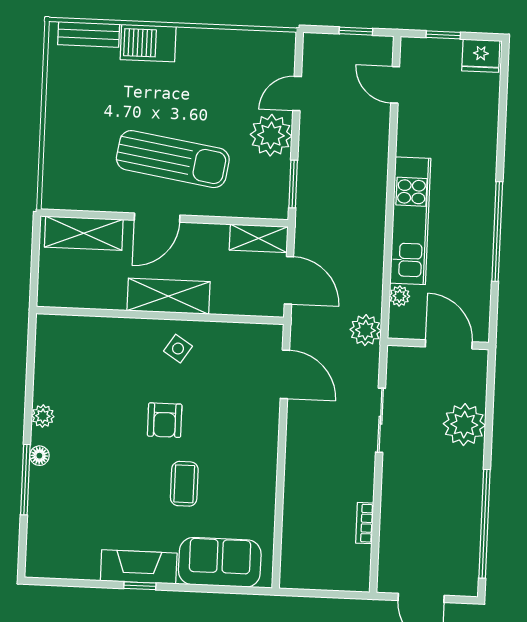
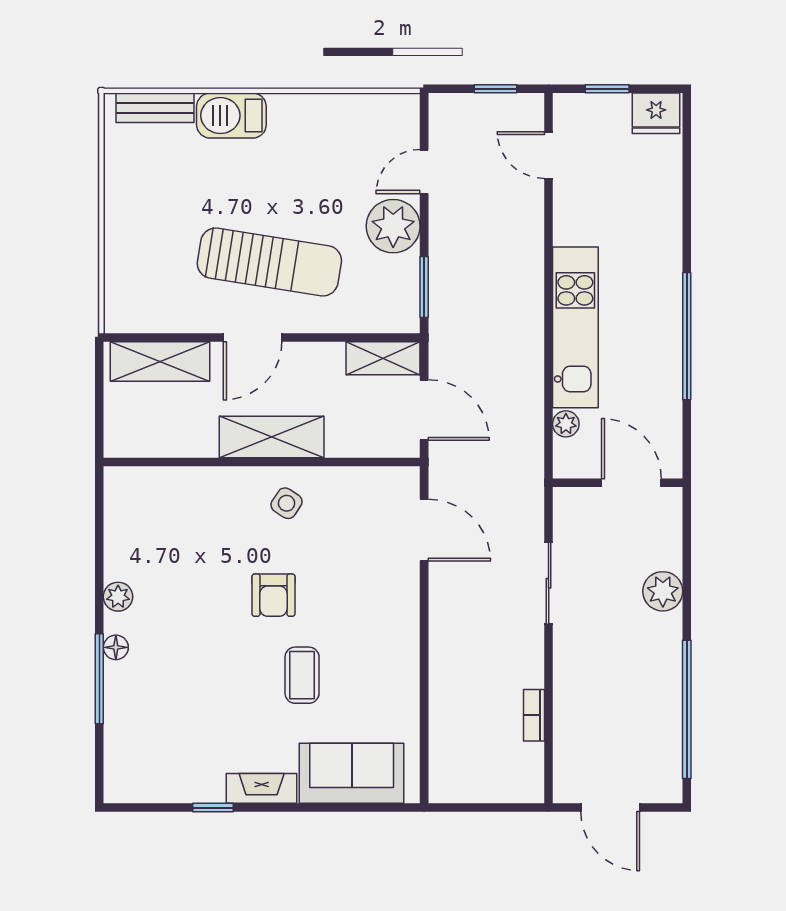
plant: (365, 330) -> (524, 469), removed
plant: (464, 425) -> (663, 591), width x0.73, depth x0.73
fireplace: (139, 567) -> (262, 788), width x0.73, depth x0.76
window: (140, 586) -> (213, 808), moved

